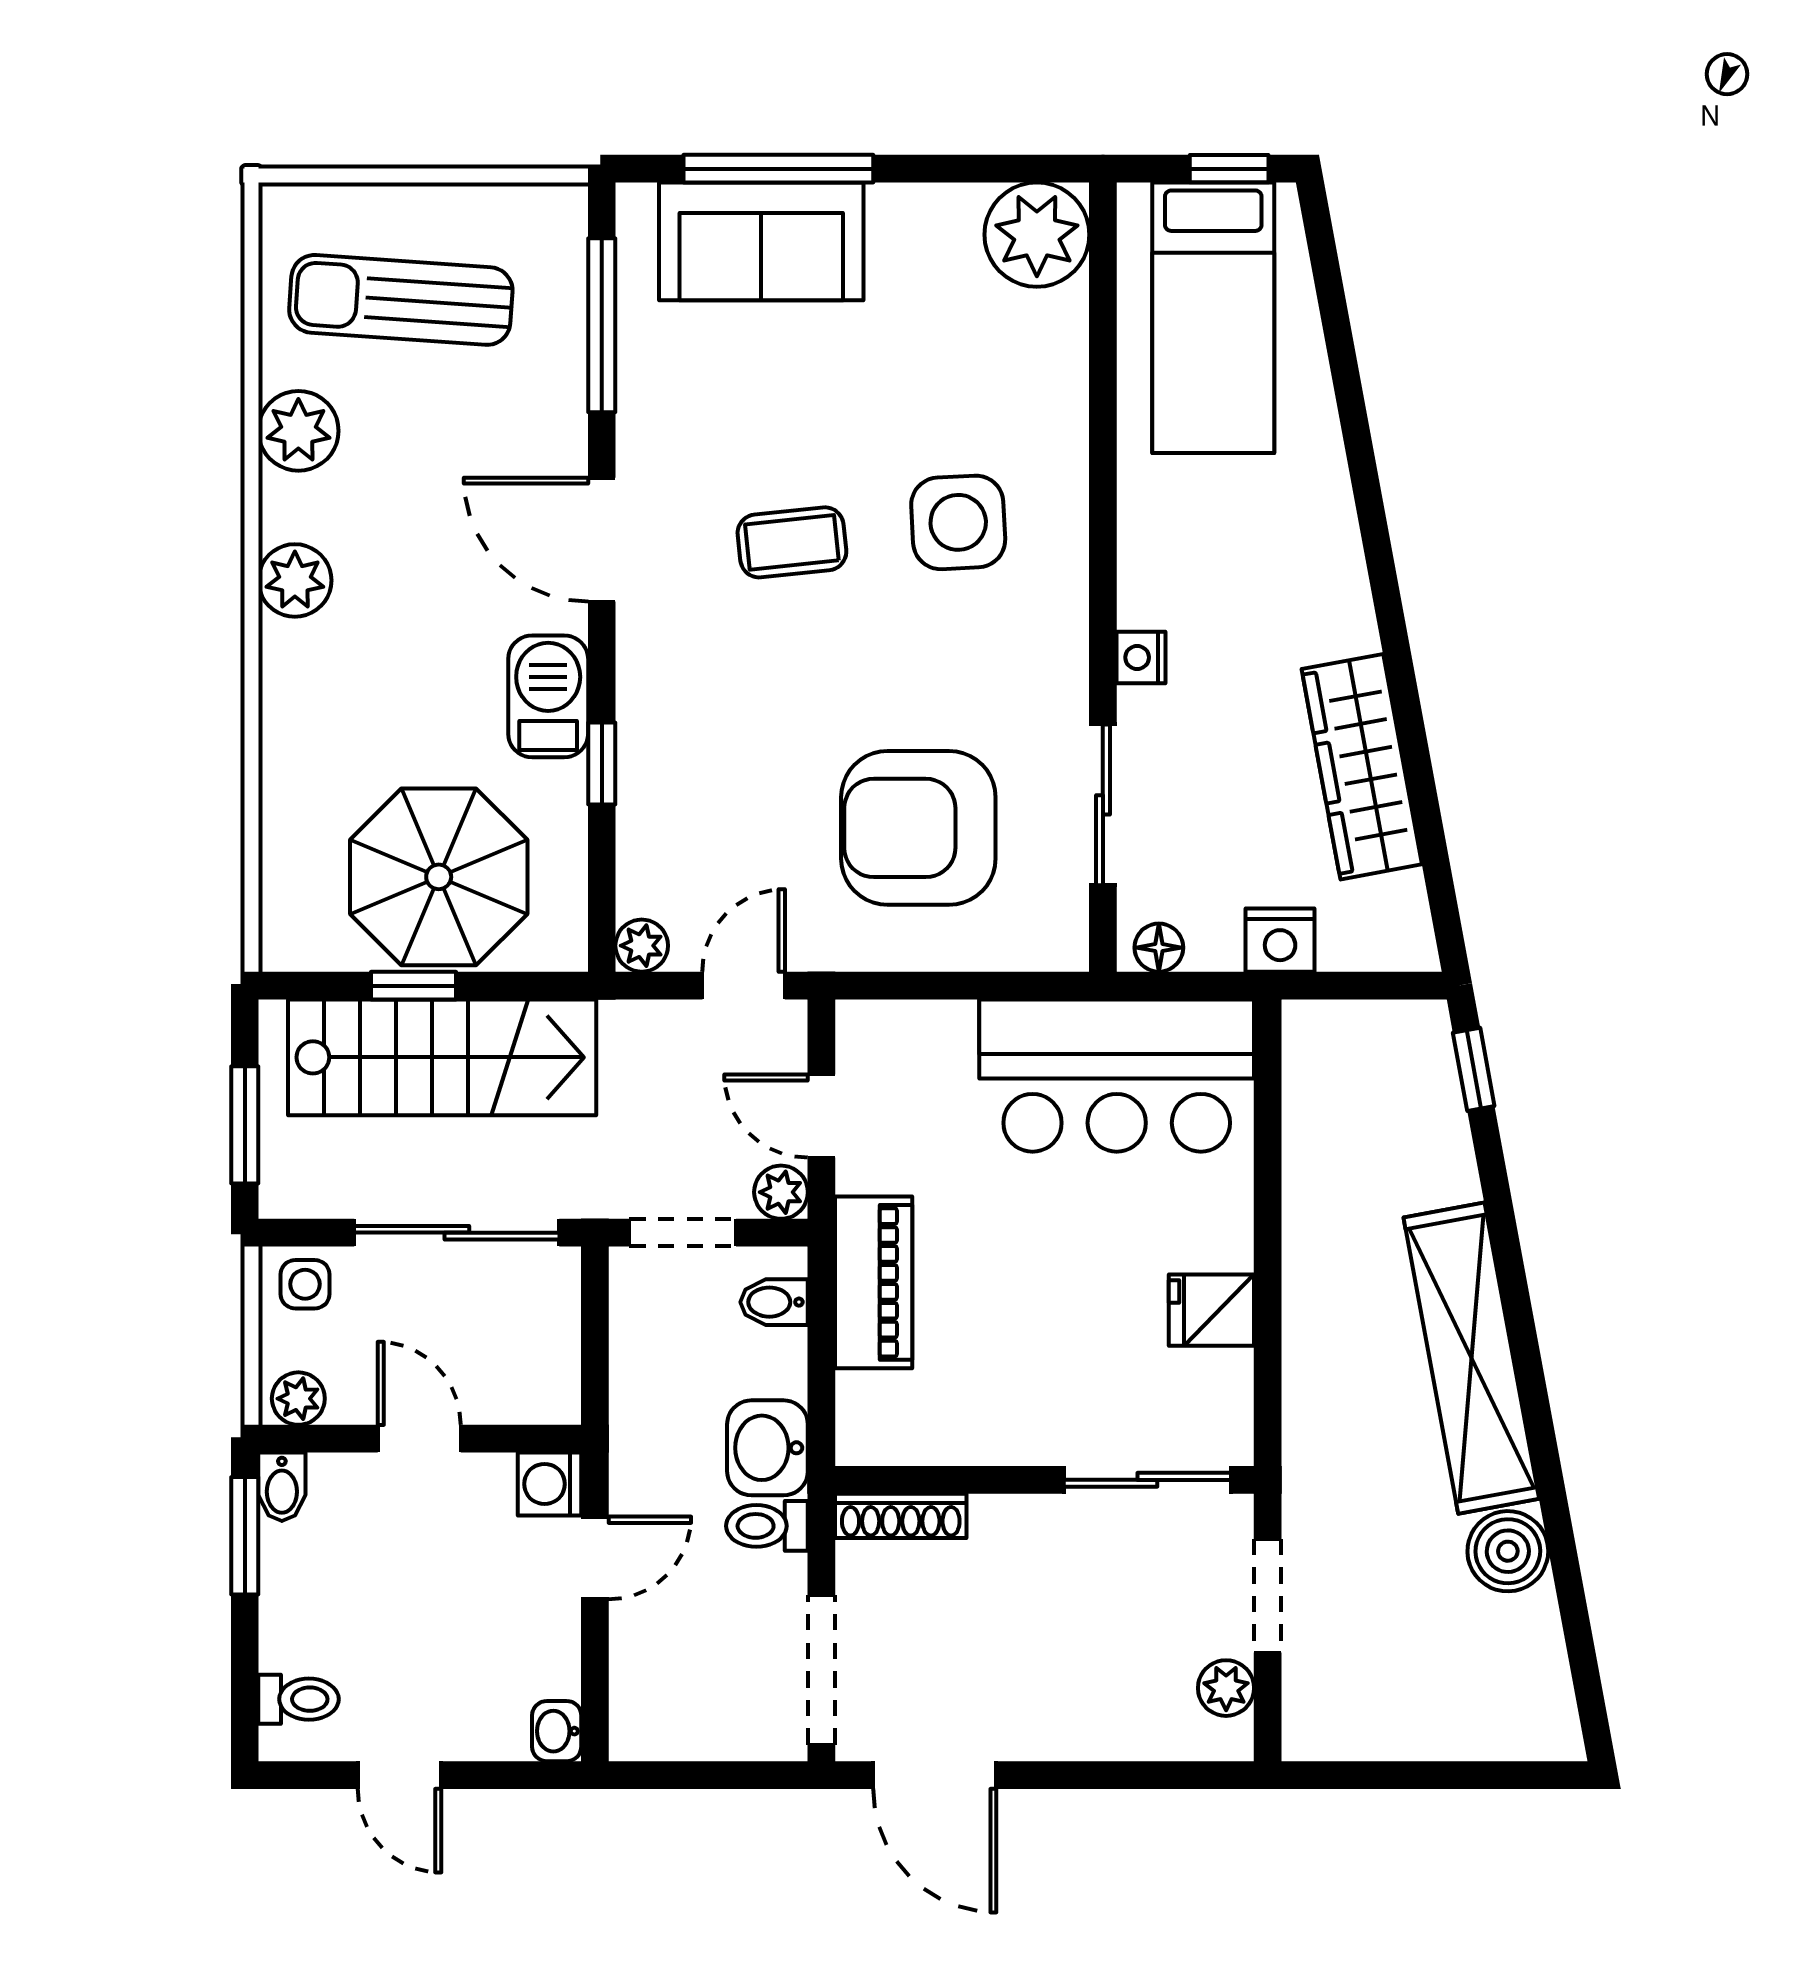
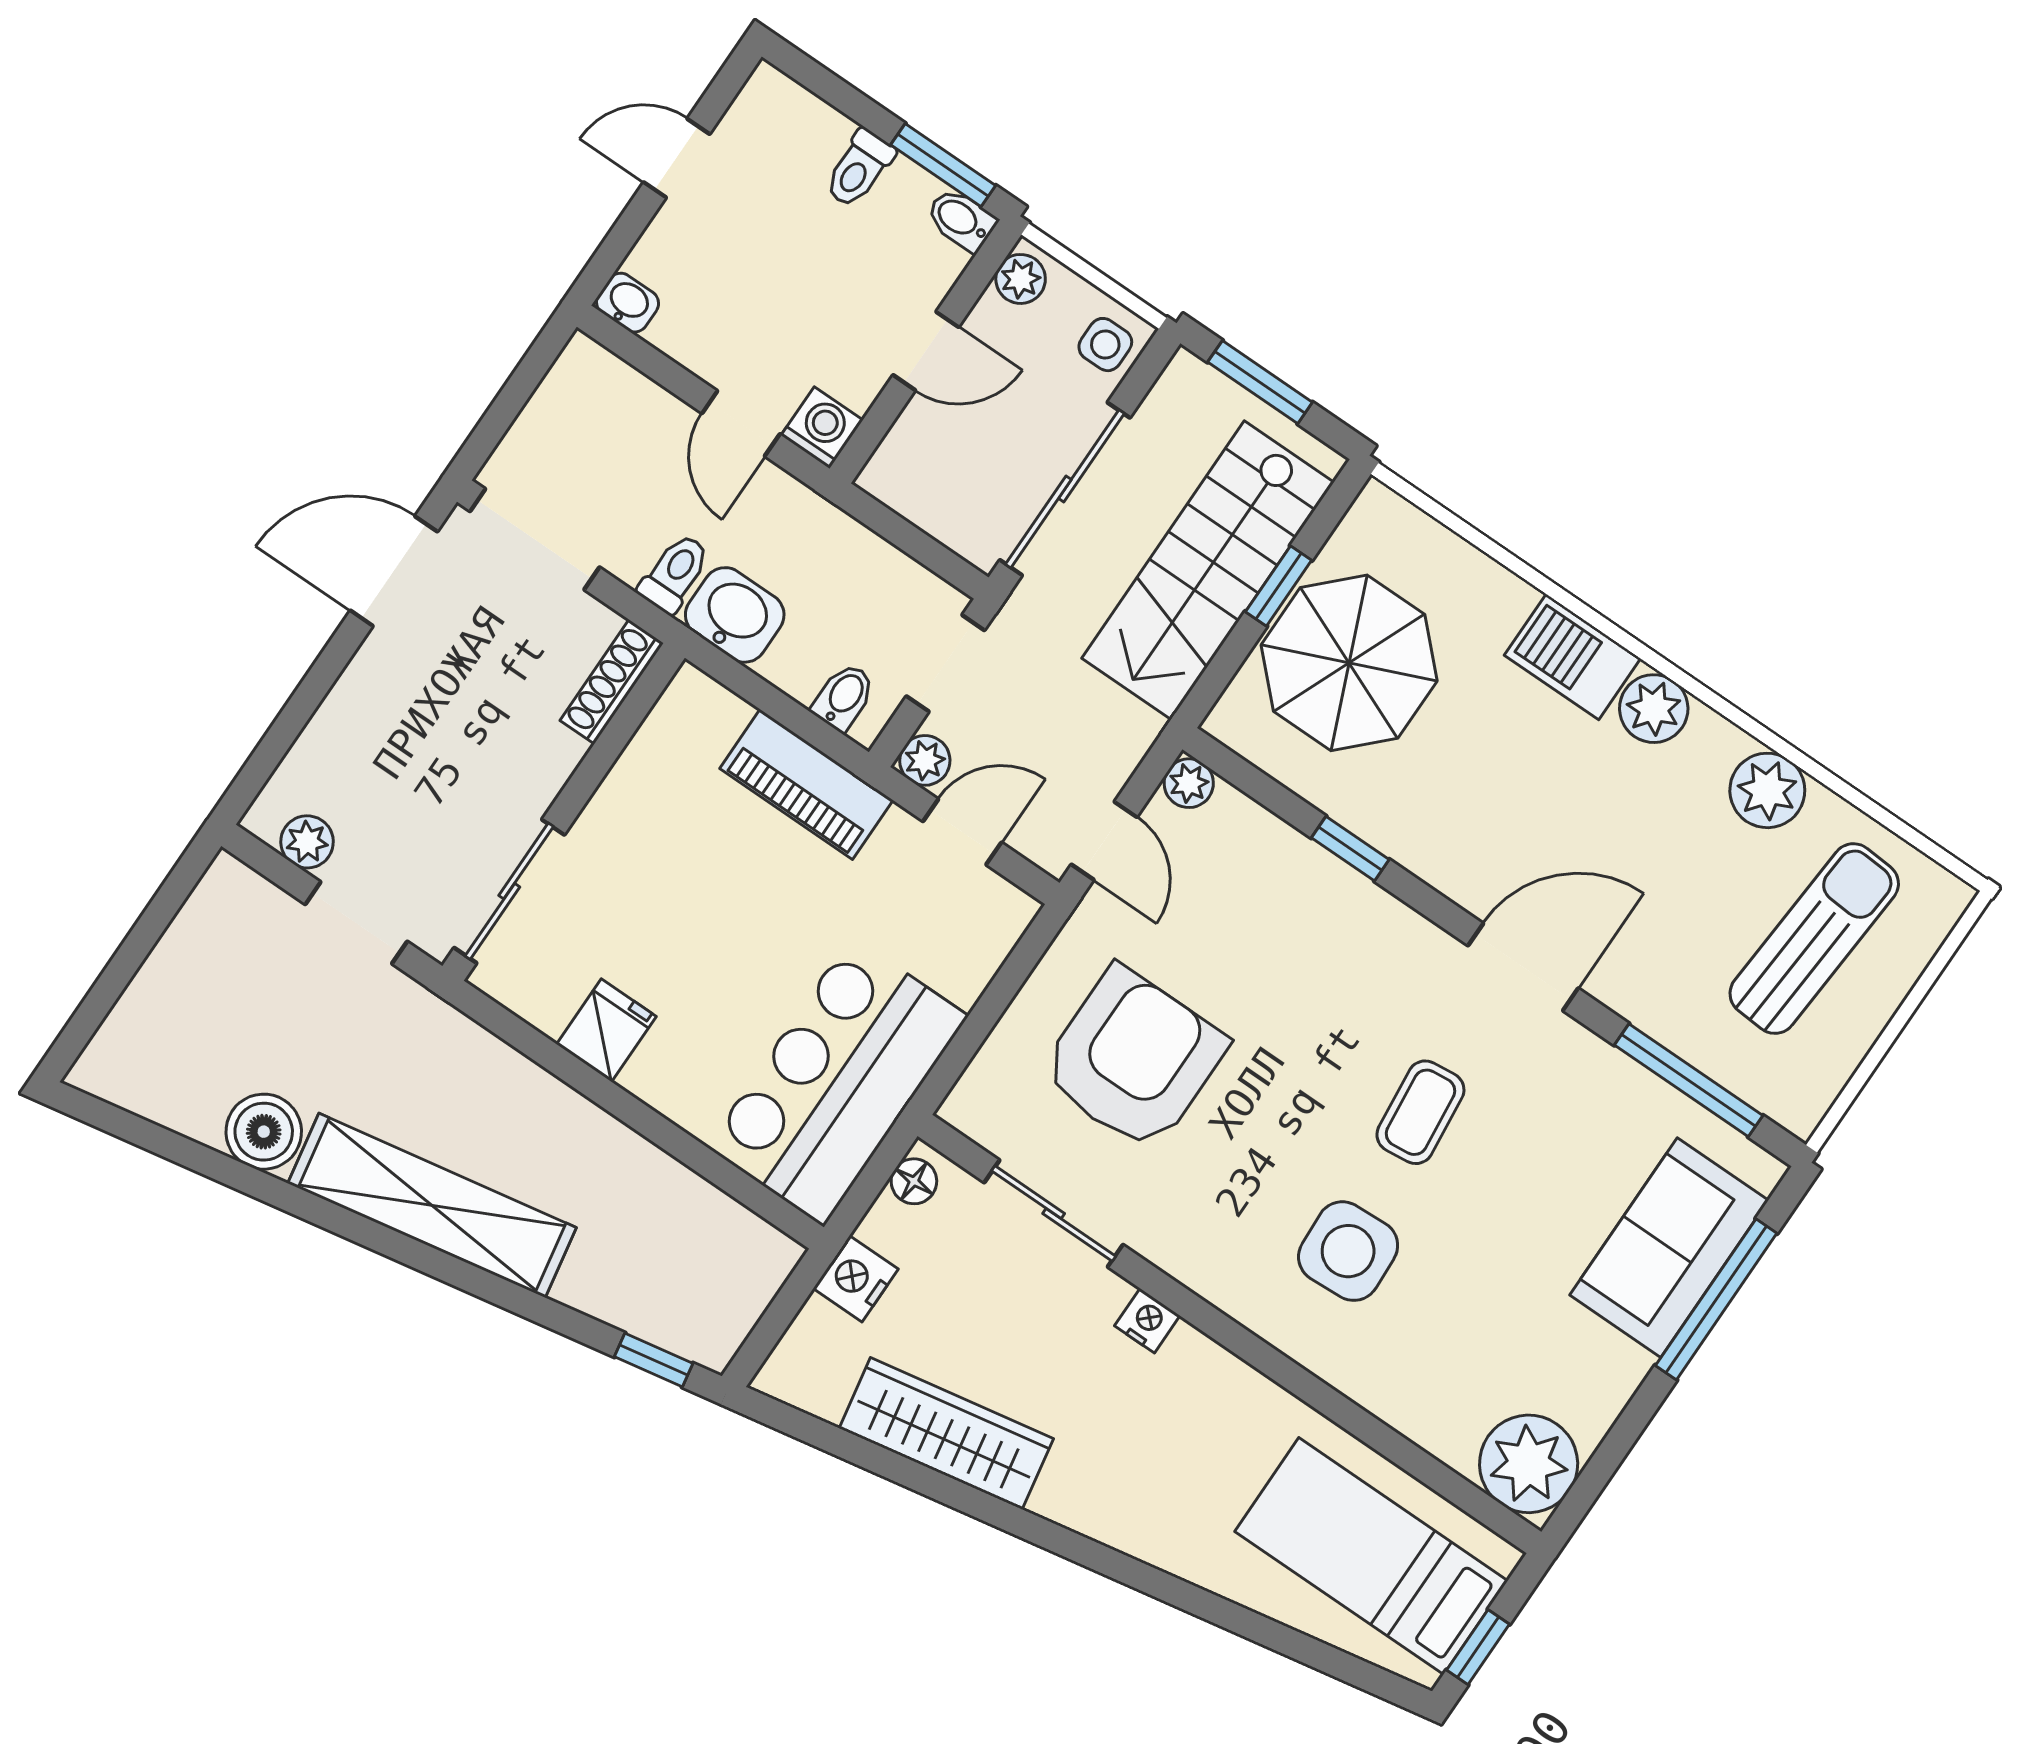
barbecue: (548, 696) -> (1572, 657), moved, turned 180
toilet: (299, 1699) -> (859, 169), moved

